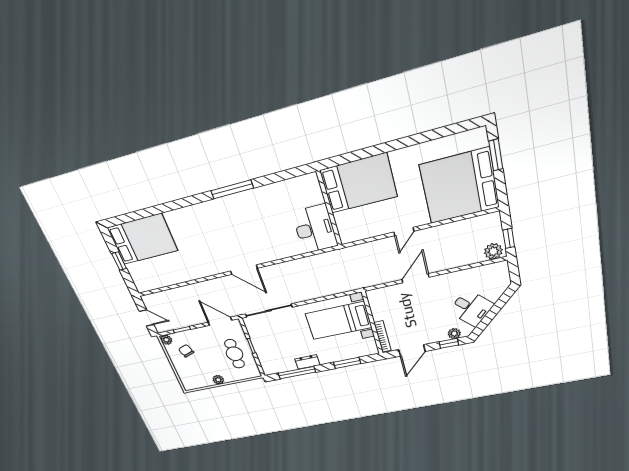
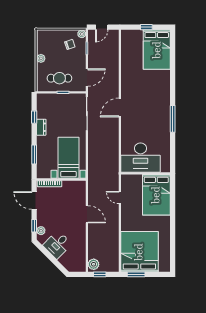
window: (496, 155) -> (136, 274), moved
desk: (315, 229) -> (141, 158), width x1.36, depth x1.30
door: (404, 232) -> (120, 197), moved
window: (297, 373) -> (34, 117), width x0.46

